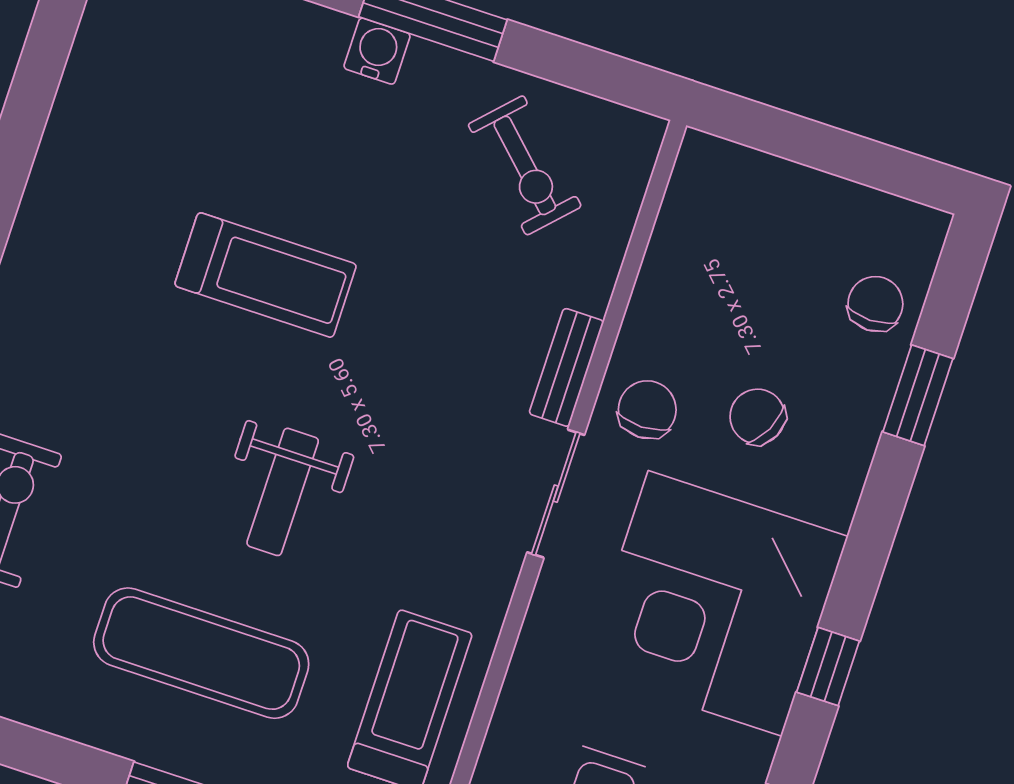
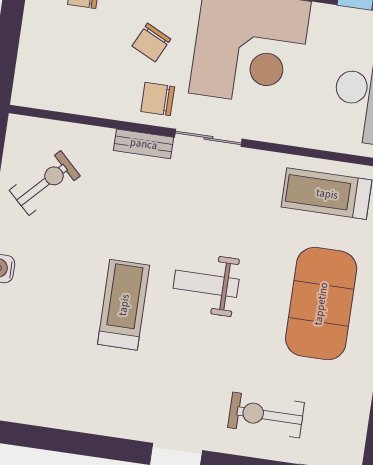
weight bench: (283, 492) -> (206, 284), moved, turned 180
exercise mat: (201, 653) -> (321, 304), width x1.47

